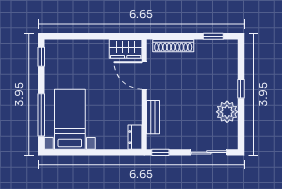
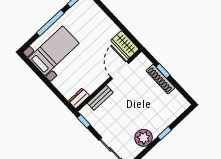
window: (213, 36) -> (163, 71), moved
shoe rack: (173, 46) -> (160, 79), moved
window: (41, 115) -> (50, 23), moved

